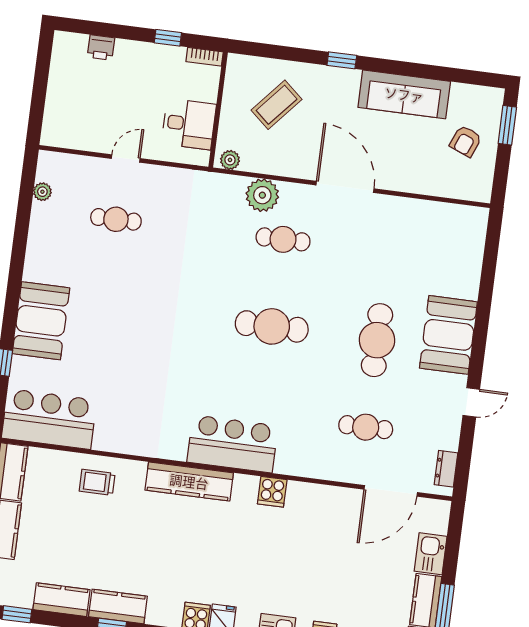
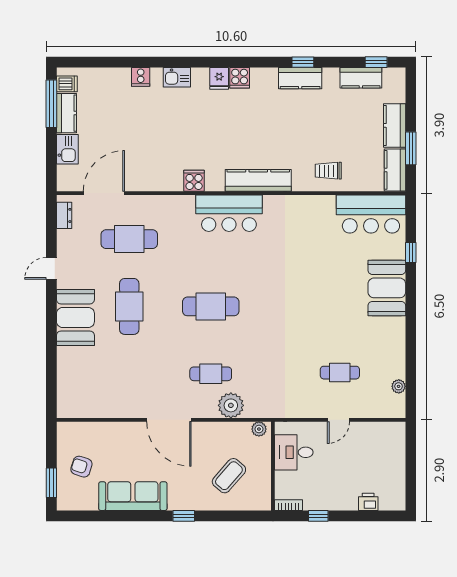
armchair: (466, 141) -> (81, 467), turned -94
cafe table: (366, 427) -> (129, 239), width x1.37, depth x1.35
trolley: (97, 482) -> (328, 171), turned 180
kitchen counter: (61, 600) -> (361, 78), moved

